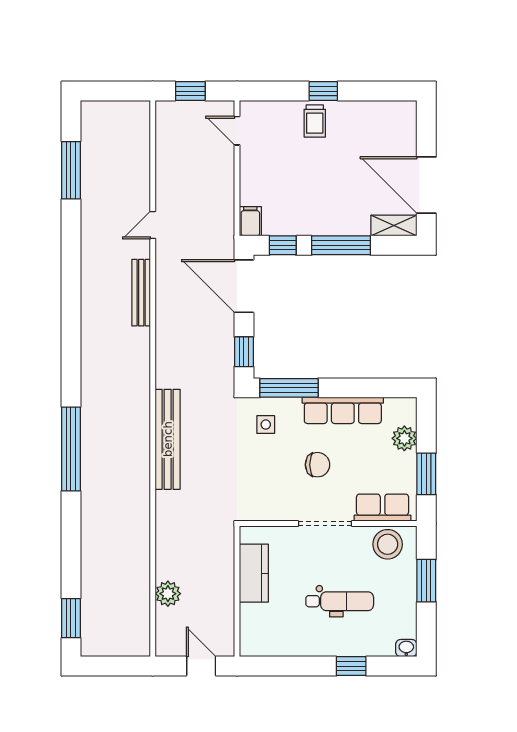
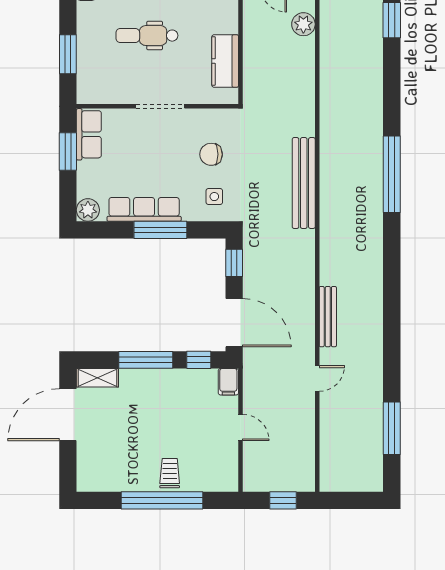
window: (323, 91) -> (162, 500), width x3.17
door: (237, 131) -> (241, 428), moved
door: (426, 185) -> (68, 415), swing flipped
window: (289, 388) -> (160, 230), moved
plant: (404, 438) -> (88, 210), moved
chair: (318, 465) -> (211, 154), moved
row of seats: (383, 508) -> (89, 134), moved, turned -90
stool: (388, 544) -> (103, 87), removed
plant: (168, 594) -> (303, 24), moved

